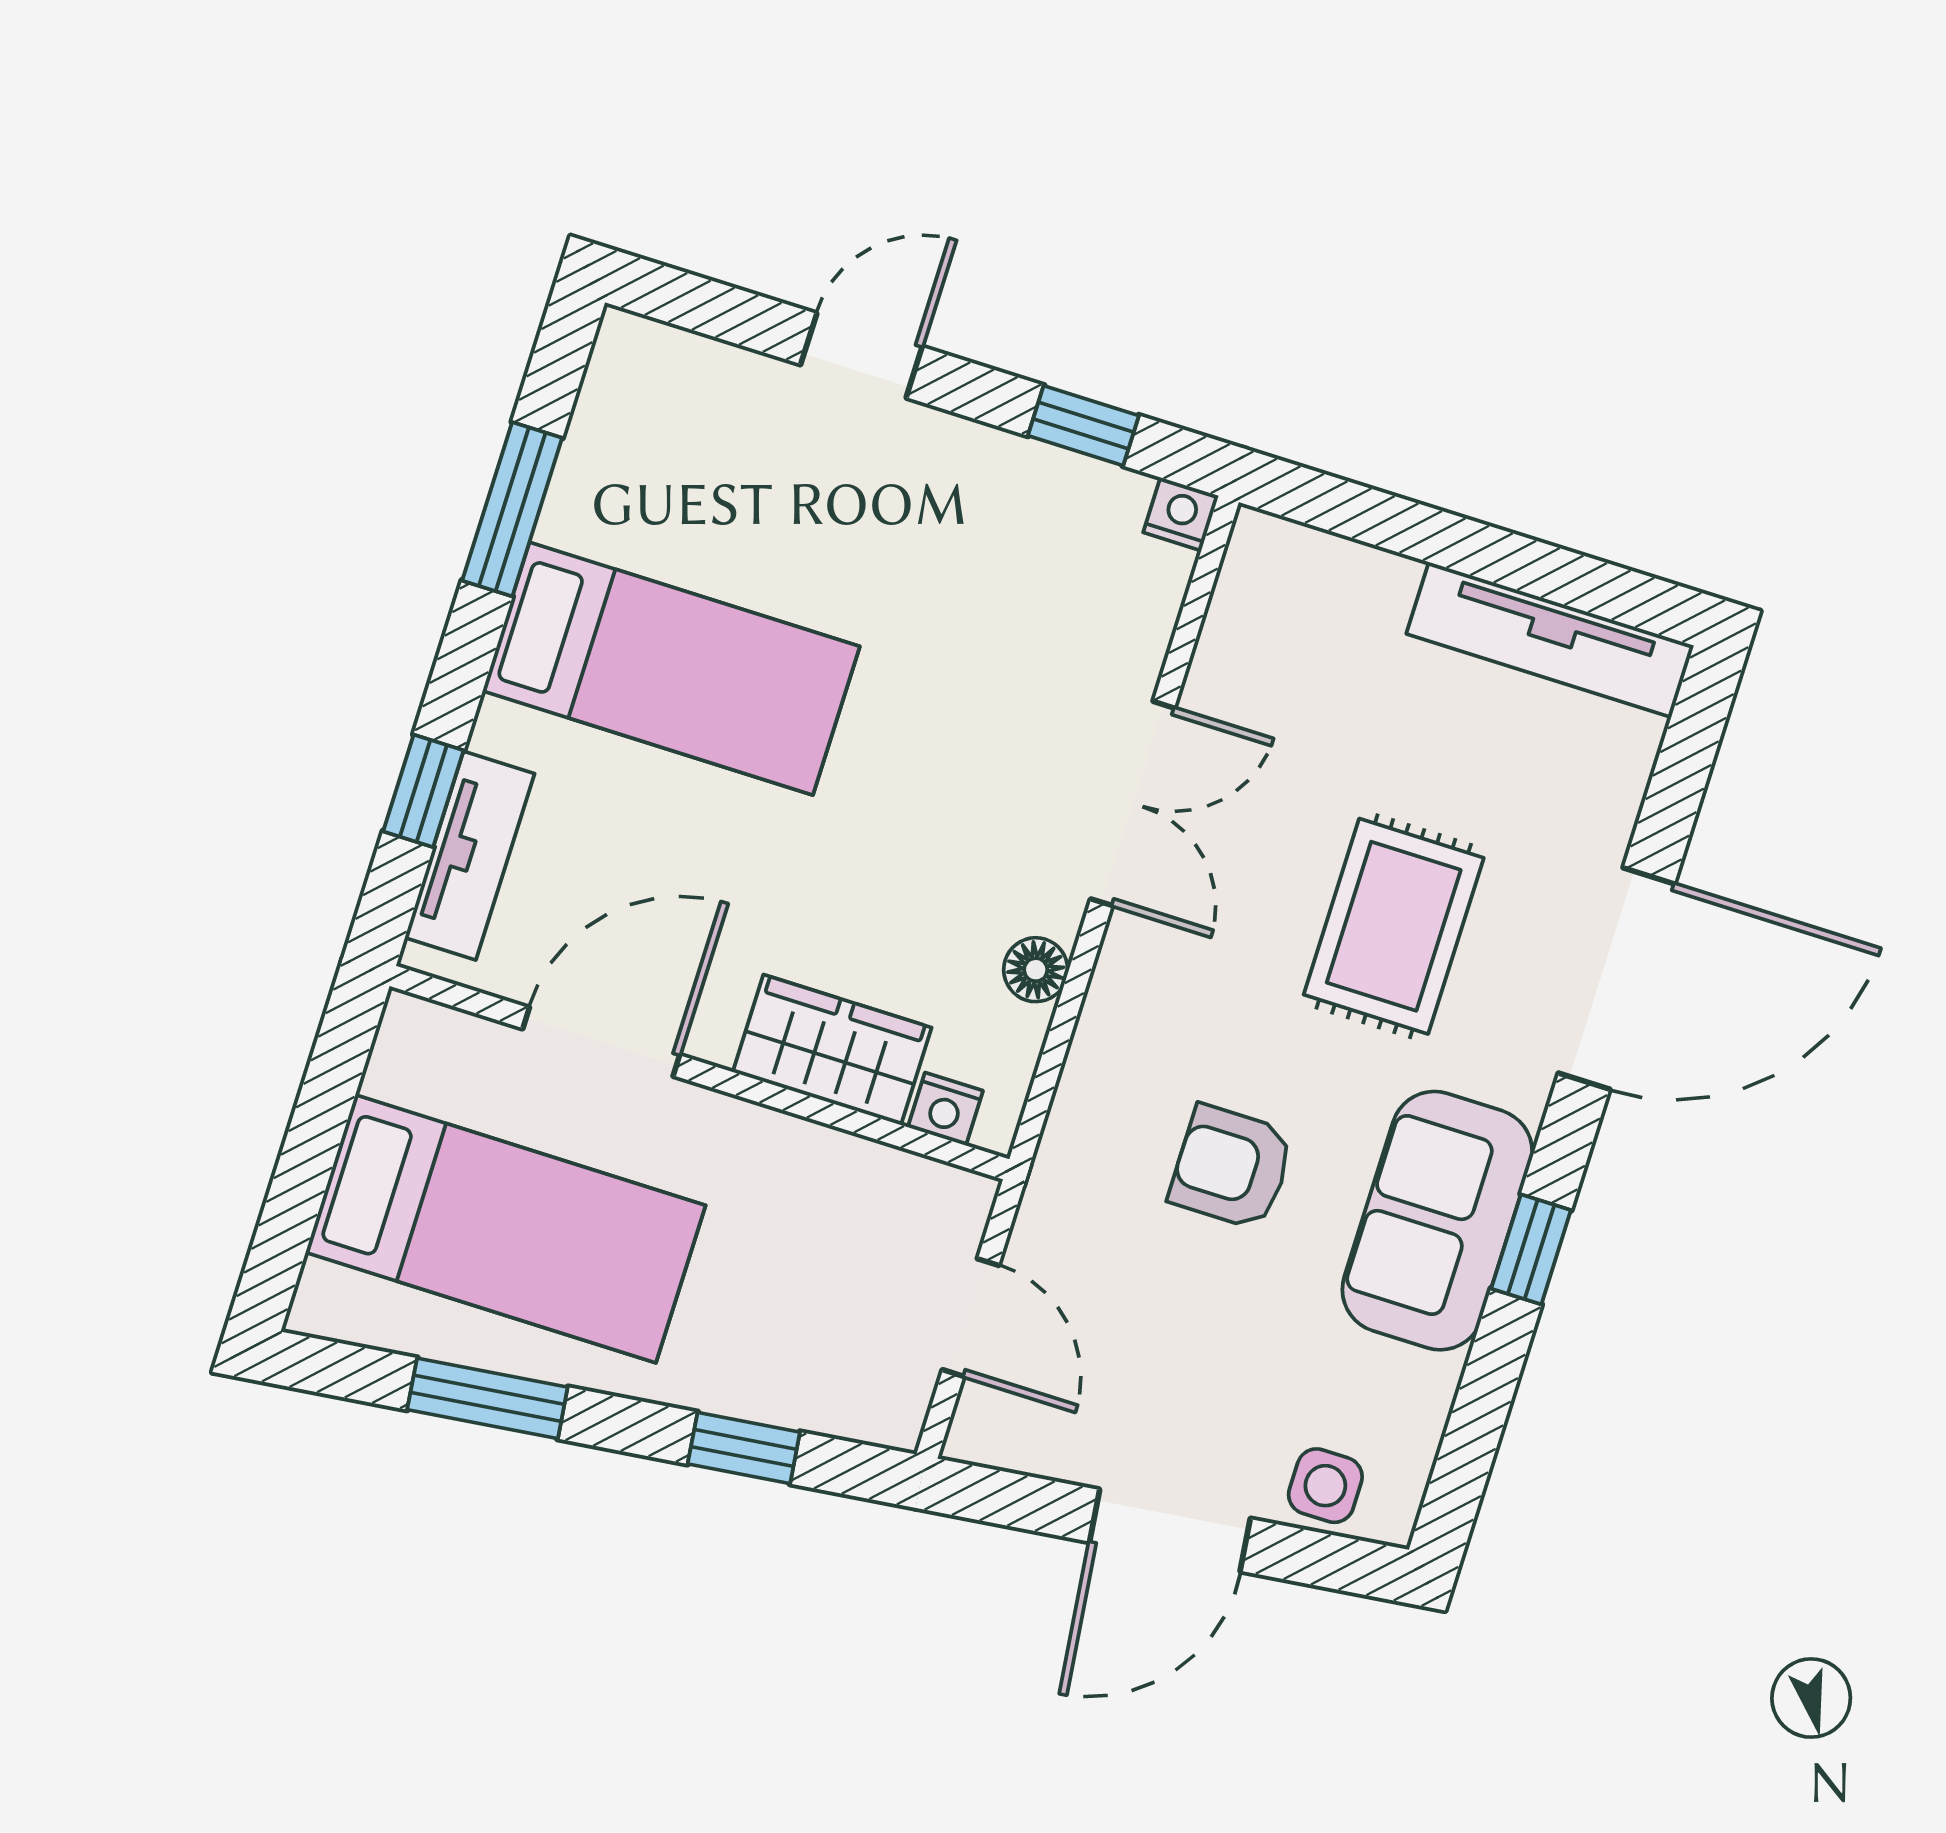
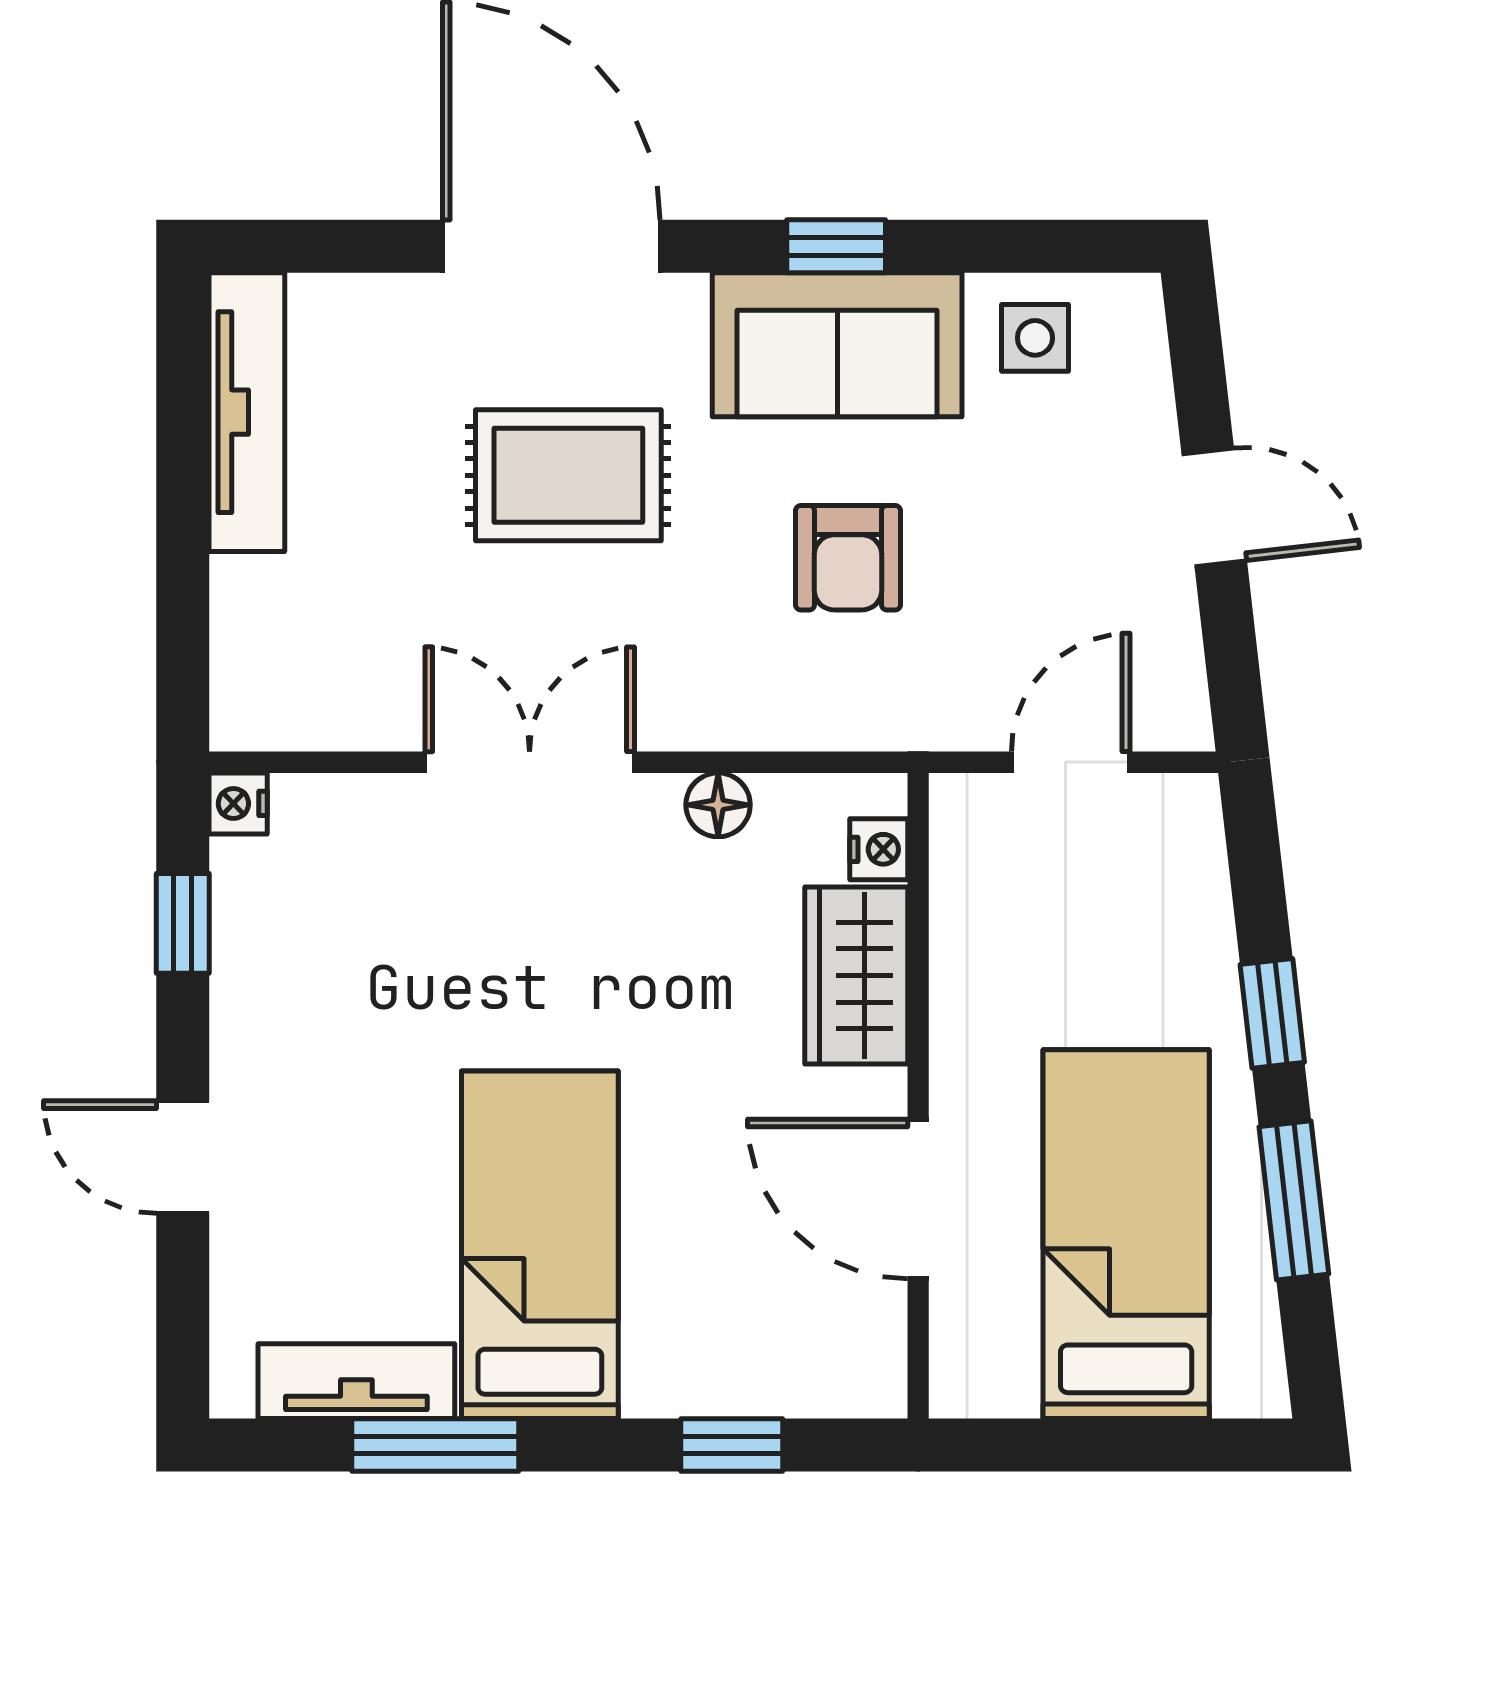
tv unit: (470, 856) -> (356, 1381), moved
window: (744, 1448) -> (1272, 1013), moved
side table: (1325, 1486) -> (1035, 338), moved
door: (1170, 1530) -> (1214, 507), width x0.73

